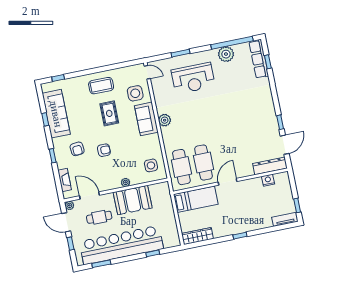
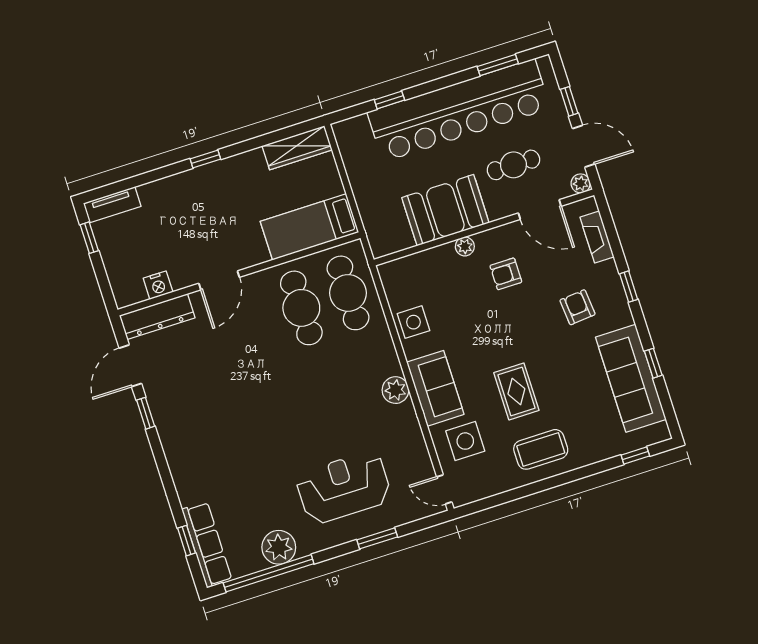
armchair: (104, 150) -> (506, 274), moved
side table: (151, 165) -> (413, 322), moved
door: (228, 182) -> (219, 280), moved

